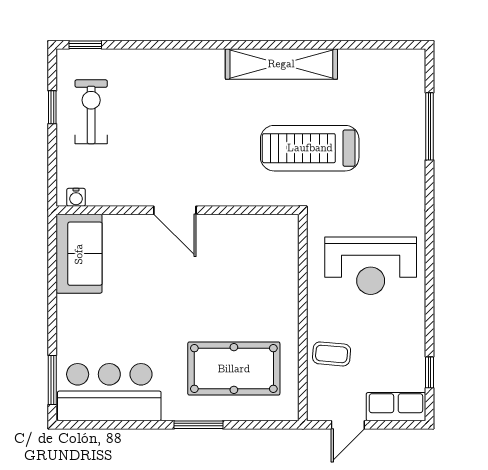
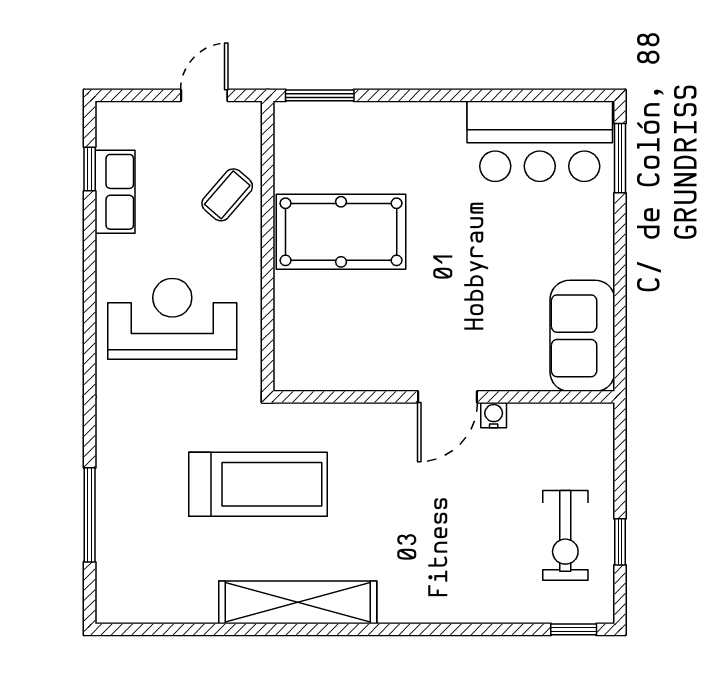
water cooler: (76, 197) -> (494, 415), moved
door: (175, 210) -> (447, 397), swing flipped
coffee table: (332, 354) -> (227, 195), turned -54
pool table: (234, 369) -> (341, 232), moved
row of seats: (396, 407) -> (115, 192), moved, turned -90
window: (199, 425) -> (320, 95), moved

